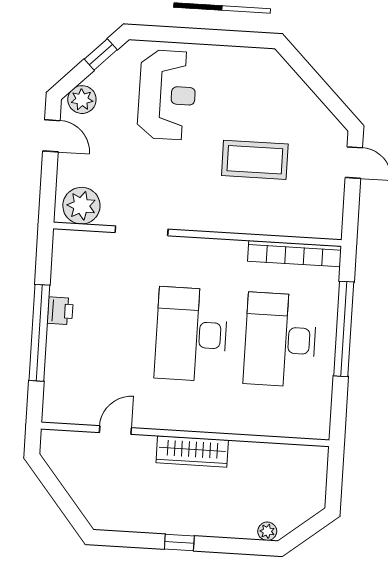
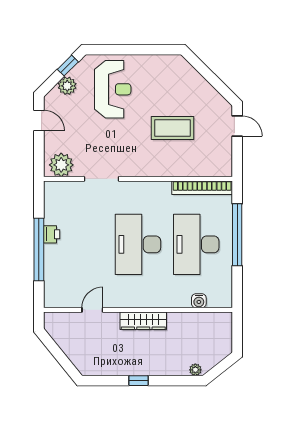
plant: (82, 100) -> (67, 86), moved
water cooler: (279, 426) -> (199, 301), added

